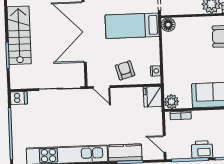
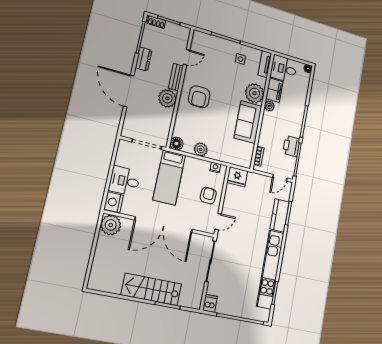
armchair: (125, 70) -> (208, 196), turned 110
plant: (172, 102) -> (201, 149), moved

